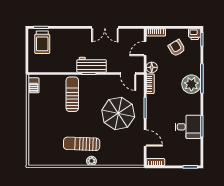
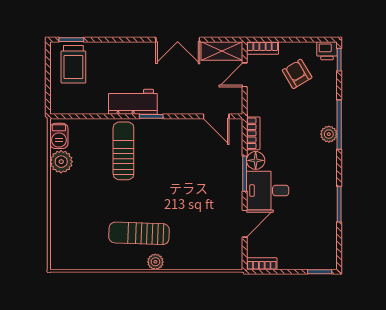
shelving: (131, 34) -> (222, 51), added
workbench: (92, 65) -> (133, 102), moved
floor lamp: (152, 67) -> (256, 160), moved
plant: (191, 84) -> (329, 134), width x0.53, depth x0.53
plant: (35, 101) -> (61, 162), added
parasol: (118, 113) -> (200, 183), removed
desk: (188, 127) -> (268, 191), moved, turned 180
door: (145, 138) -> (245, 224), hinge flipped

